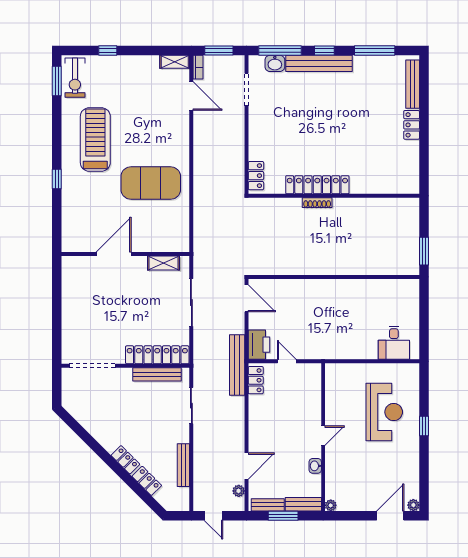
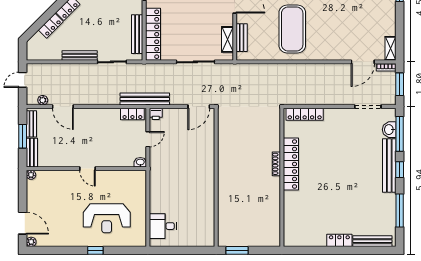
locker: (256, 176) -> (305, 114), width x1.53
bench: (161, 245) -> (242, 38), added
printer: (259, 345) -> (156, 114), width x0.53, depth x0.68
bench: (183, 465) -> (80, 56), moved
washbasin: (315, 466) -> (140, 162), moved

